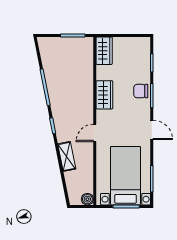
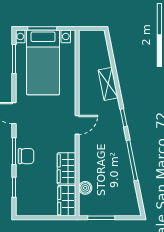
wardrobe: (104, 95) -> (66, 168), moved
door: (95, 133) -> (77, 125), moved
boiler: (87, 199) -> (85, 188), moved

